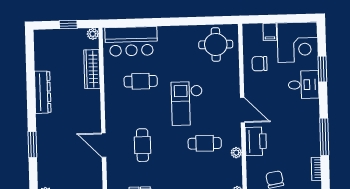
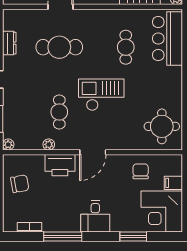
desk: (304, 85) -> (95, 217), moved
cafe table: (142, 145) -> (59, 47), width x1.37, depth x1.35

